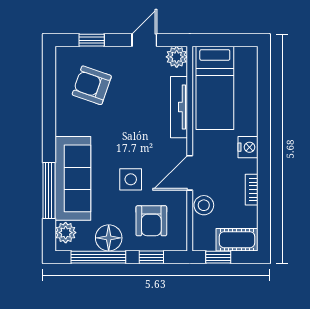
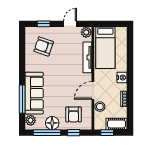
side table: (131, 179) -> (63, 94), removed

